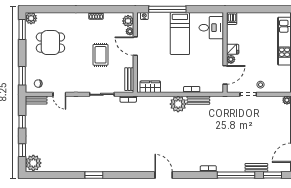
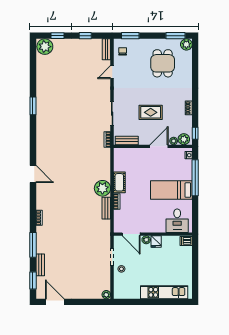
window: (122, 9) -> (195, 133), added
wardrobe: (150, 87) -> (119, 161), removed
cot: (172, 87) -> (119, 182), added
door: (164, 175) -> (33, 174), hinge flipped
window: (236, 175) -> (33, 245), width x0.68

